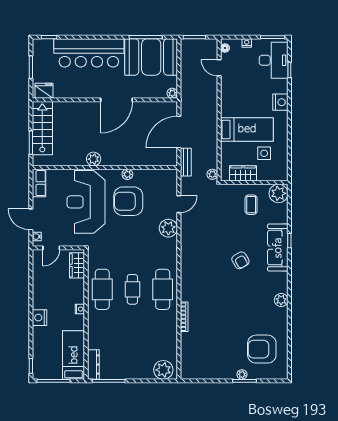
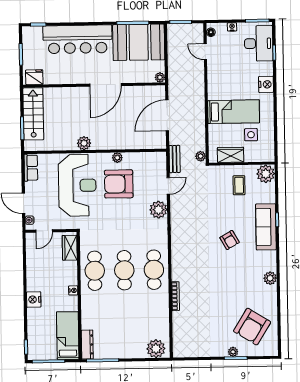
bench: (186, 162) -> (175, 159), moved
reception desk: (86, 202) -> (77, 185), turned 180
cafe table: (132, 289) -> (124, 270), width x1.37, depth x1.35
armchair: (262, 349) -> (252, 327), turned -58

